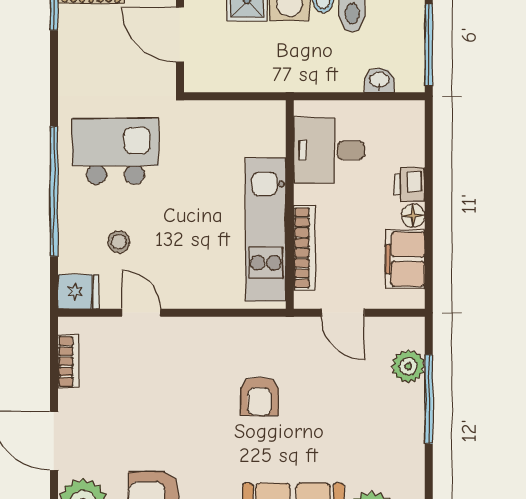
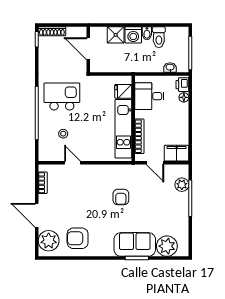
printer: (409, 184) -> (182, 85), moved
floor lamp: (413, 216) -> (184, 97), moved
filing cabinet: (405, 259) -> (177, 153), moved, turned 90
fridge: (78, 292) -> (123, 91), moved, turned 180

